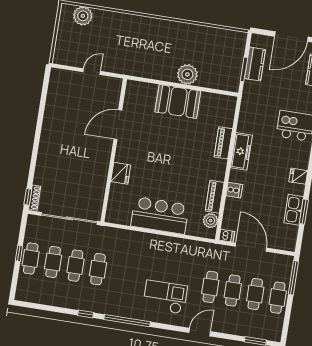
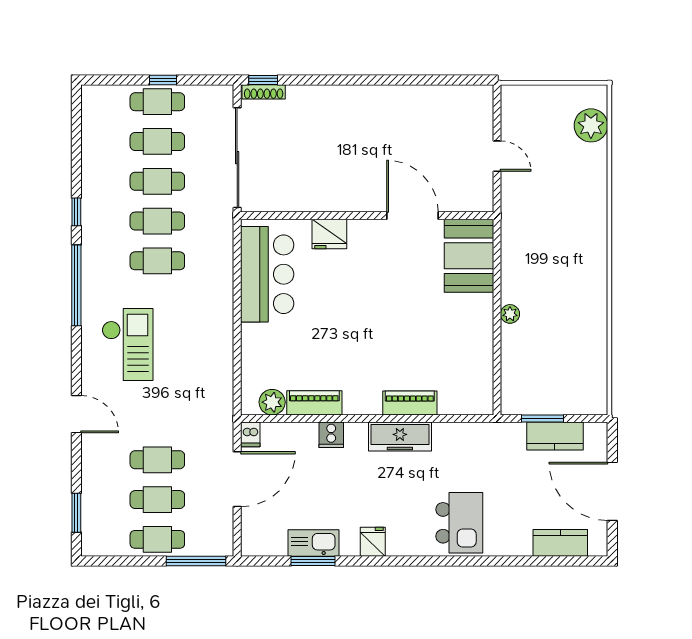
plant: (187, 74) -> (510, 314), width x0.53, depth x0.53
booth: (178, 101) -> (469, 256), moved
bar counter: (160, 215) -> (267, 274), moved
cafe table: (210, 287) -> (157, 261), moved

